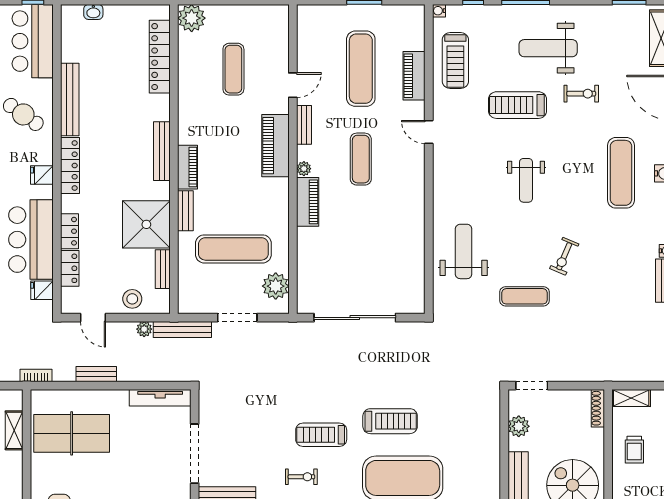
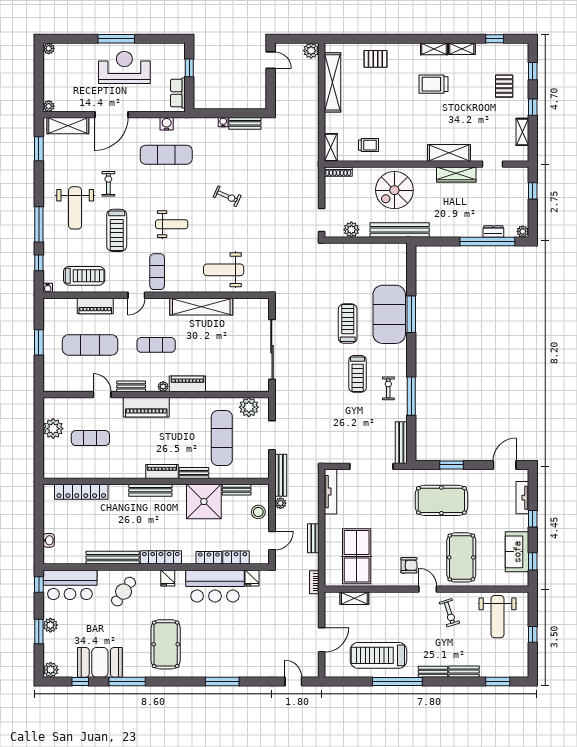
plant: (192, 18) -> (53, 429), moved
shelving: (413, 221) -> (201, 307), added
exercise mat: (525, 296) -> (157, 272), moved

